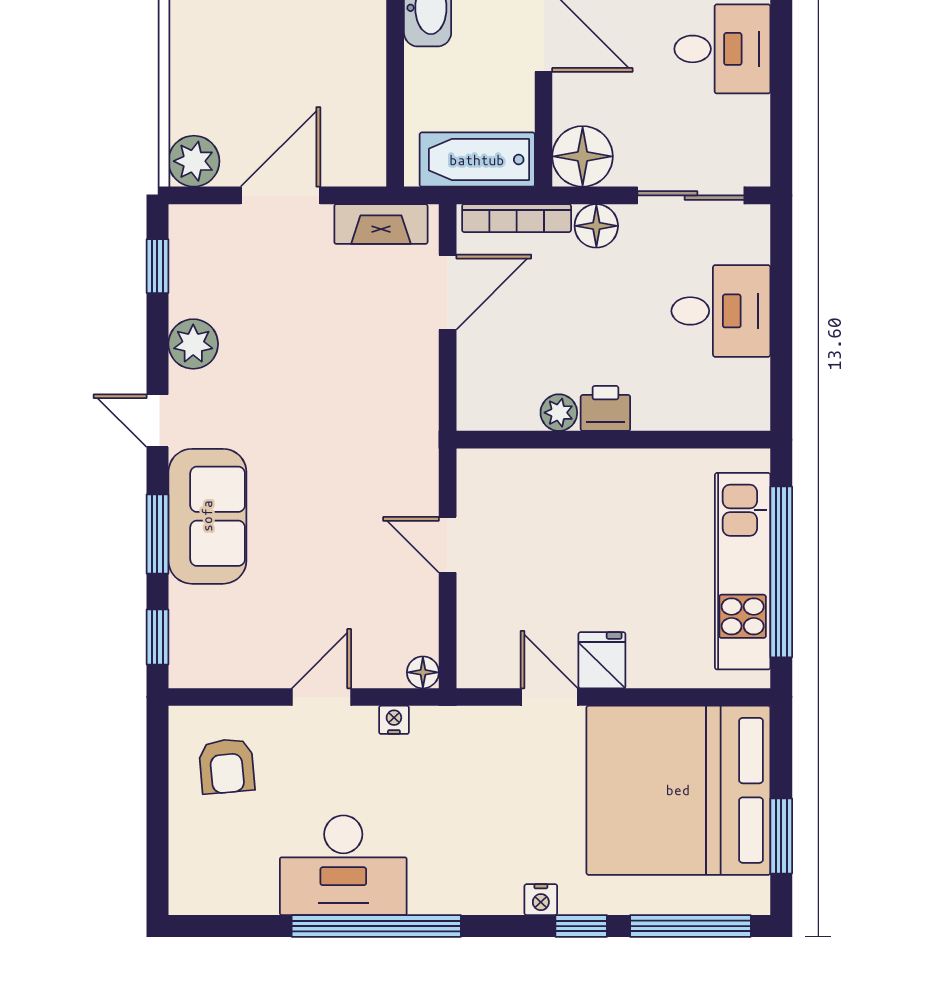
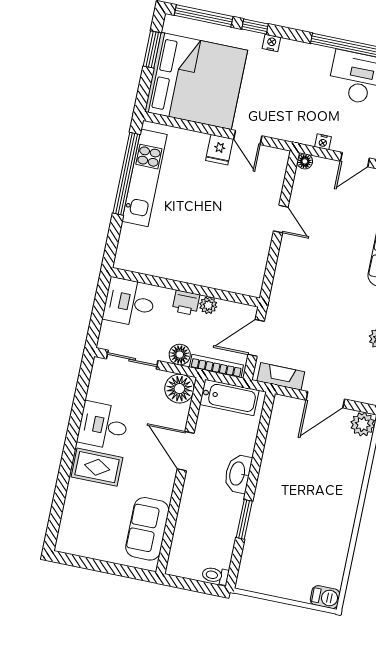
printer: (605, 408) -> (186, 303), moved
plant: (559, 413) -> (208, 305), moved
wall: (613, 440) -> (185, 287), moved

